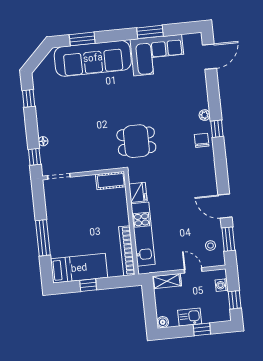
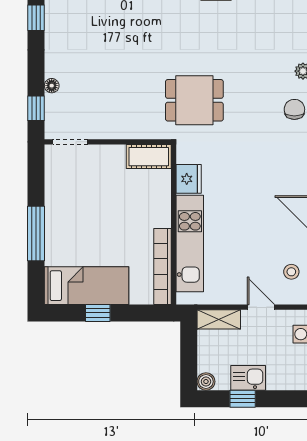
window: (202, 329) -> (243, 399), moved

